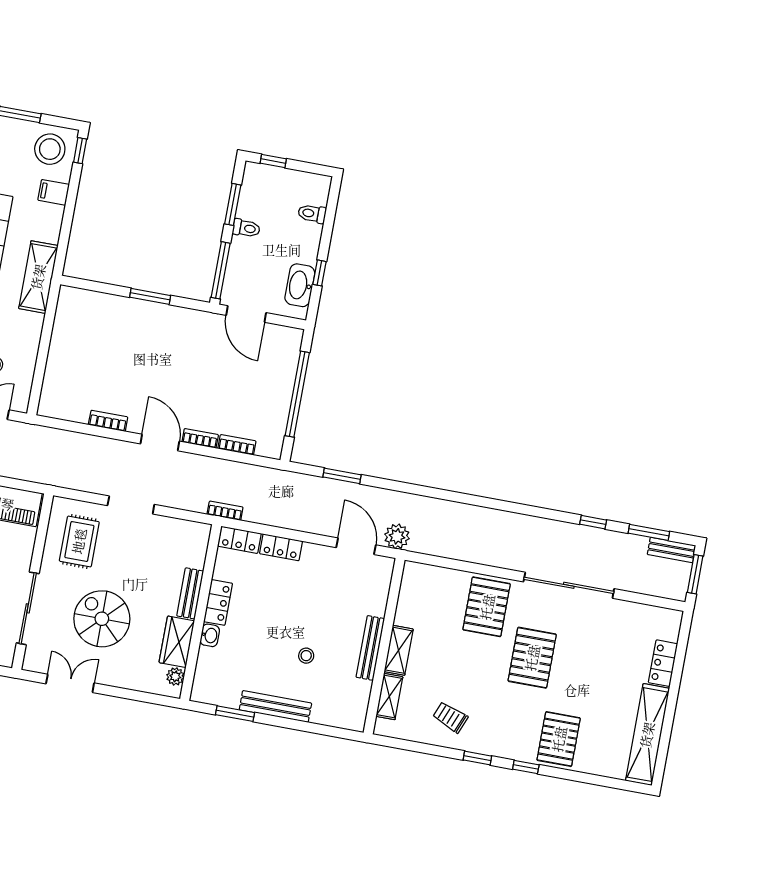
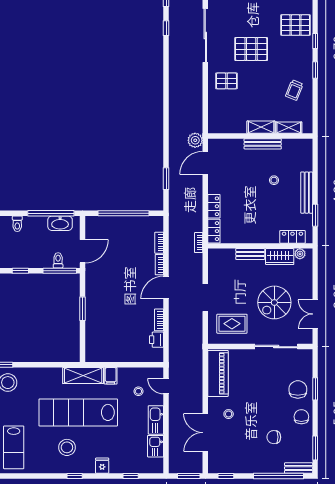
filing cabinet: (54, 192) -> (111, 376), moved
window: (233, 204) -> (20, 271), width x0.67
toilet: (246, 228) -> (58, 260), moved
window: (319, 273) -> (51, 213), width x3.17
printer: (76, 411) -> (157, 340), added
locker: (218, 602) -> (292, 237), moved
pallet: (487, 607) -> (226, 81), width x0.67, depth x0.71
washbasin: (210, 635) -> (272, 238), removed

